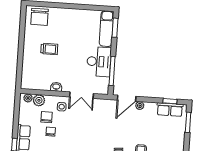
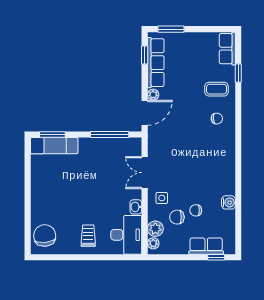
chair: (39, 17) -> (45, 235), turned -96
trolley: (49, 49) -> (88, 236), moved
desk: (99, 62) -> (126, 235), moved, turned 90
double door: (82, 95) -> (145, 173), swing flipped
door: (127, 98) -> (145, 113), hinge flipped
row of seats: (170, 110) -> (156, 63), width x1.48

